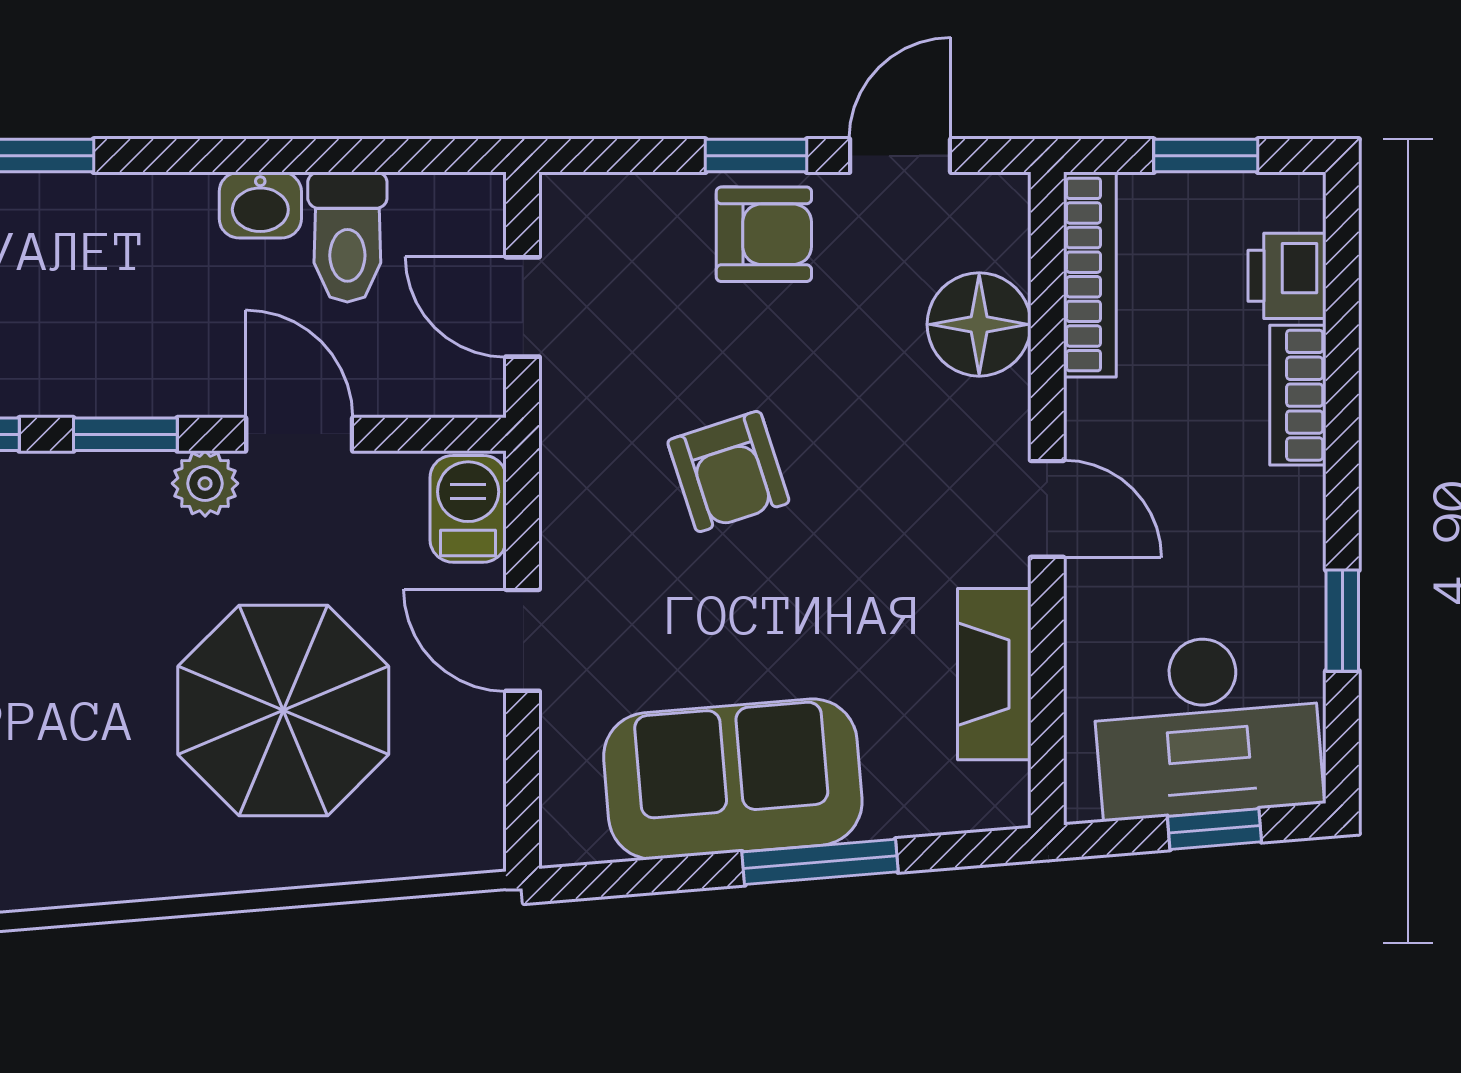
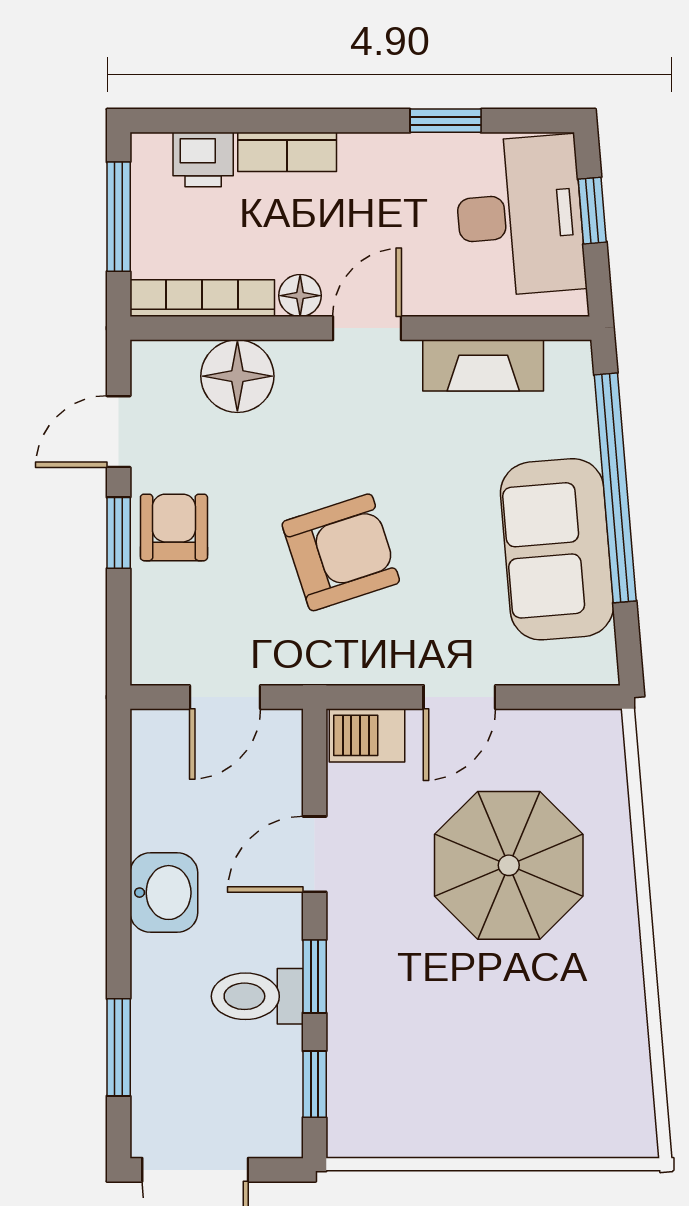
door: (900, 156) -> (119, 432), hinge flipped
window: (1206, 156) -> (119, 217), width x1.50
washbasin: (260, 205) -> (164, 893), width x1.38, depth x1.45
toilet: (347, 237) -> (257, 996), moved, turned 180
floor lamp: (1094, 414) -> (300, 296), added
armchair: (728, 472) -> (341, 552), width x1.38, depth x1.38
plant: (205, 483) -> (349, 920), removed
window: (820, 862) -> (615, 488), width x2.11

